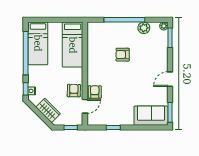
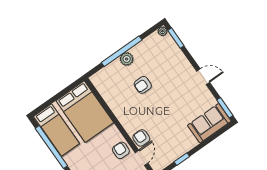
plant: (144, 28) -> (127, 59), moved
bed: (73, 45) -> (85, 112), width x1.50
door: (170, 79) -> (203, 77), swing flipped

